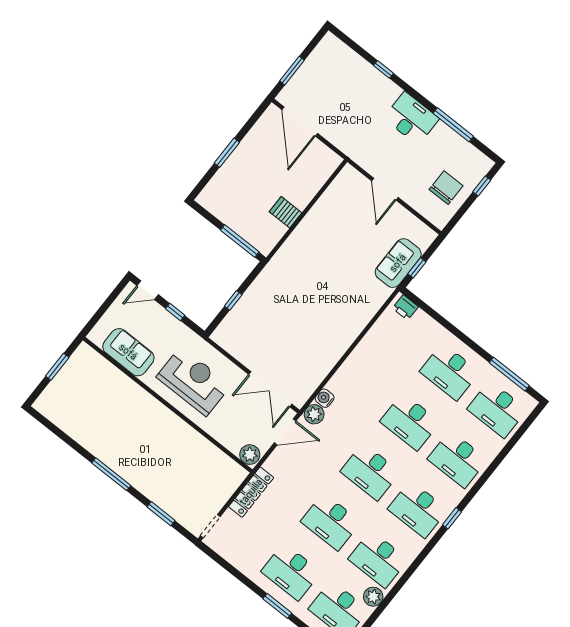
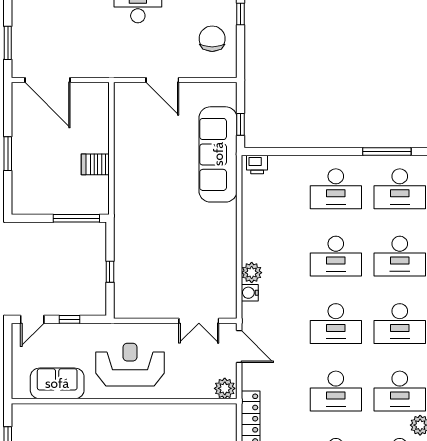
sofa: (398, 263) -> (218, 154), width x1.85, depth x1.27
double door: (270, 389) -> (199, 321), width x0.73
plant: (314, 414) -> (252, 273), moved
door: (285, 432) -> (239, 346), hinge flipped

